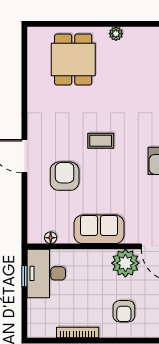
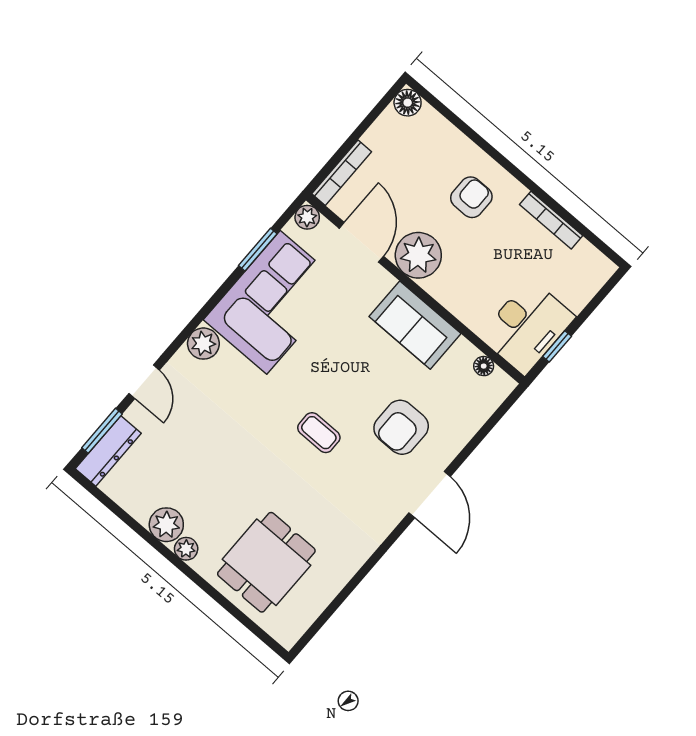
plant: (135, 37) -> (166, 525), added

